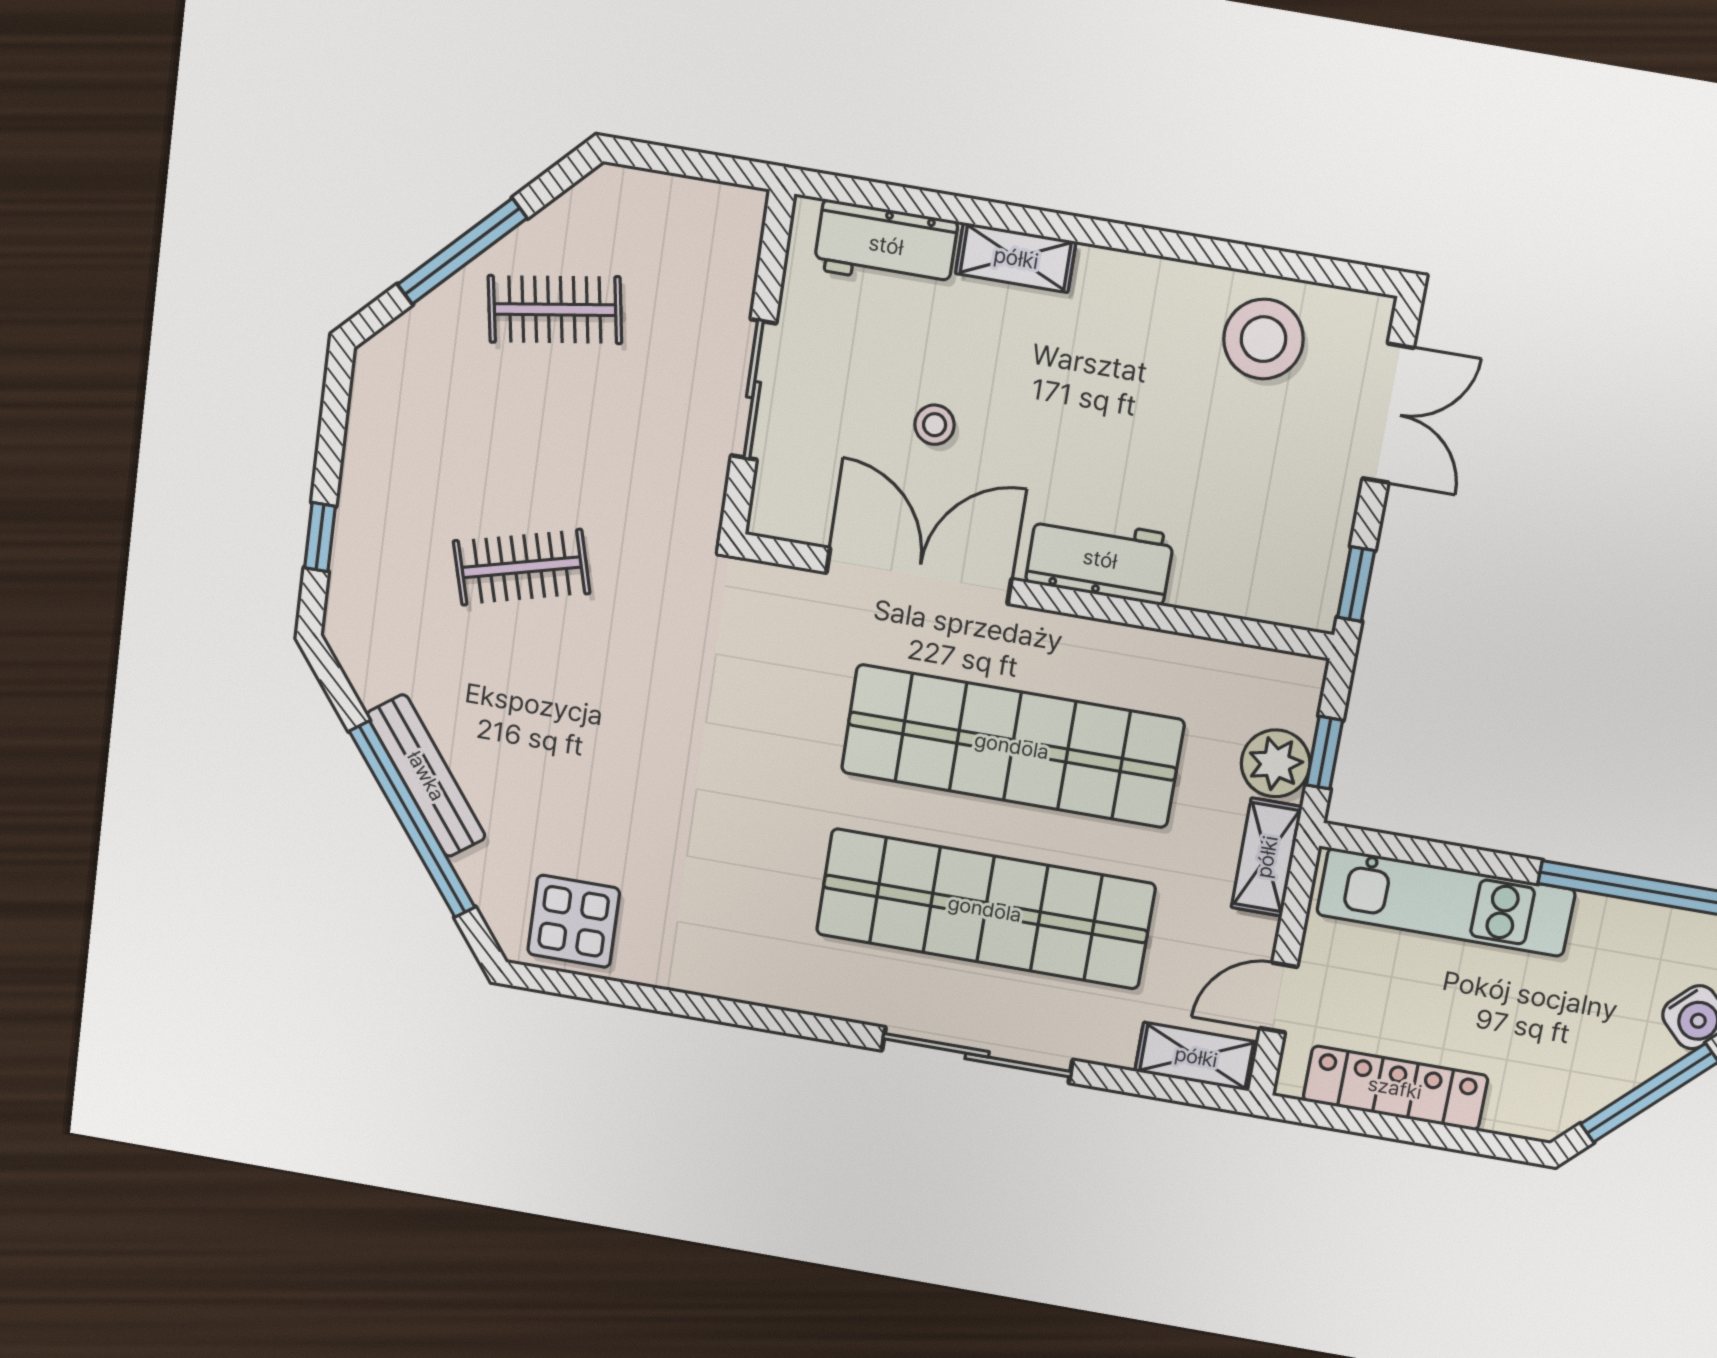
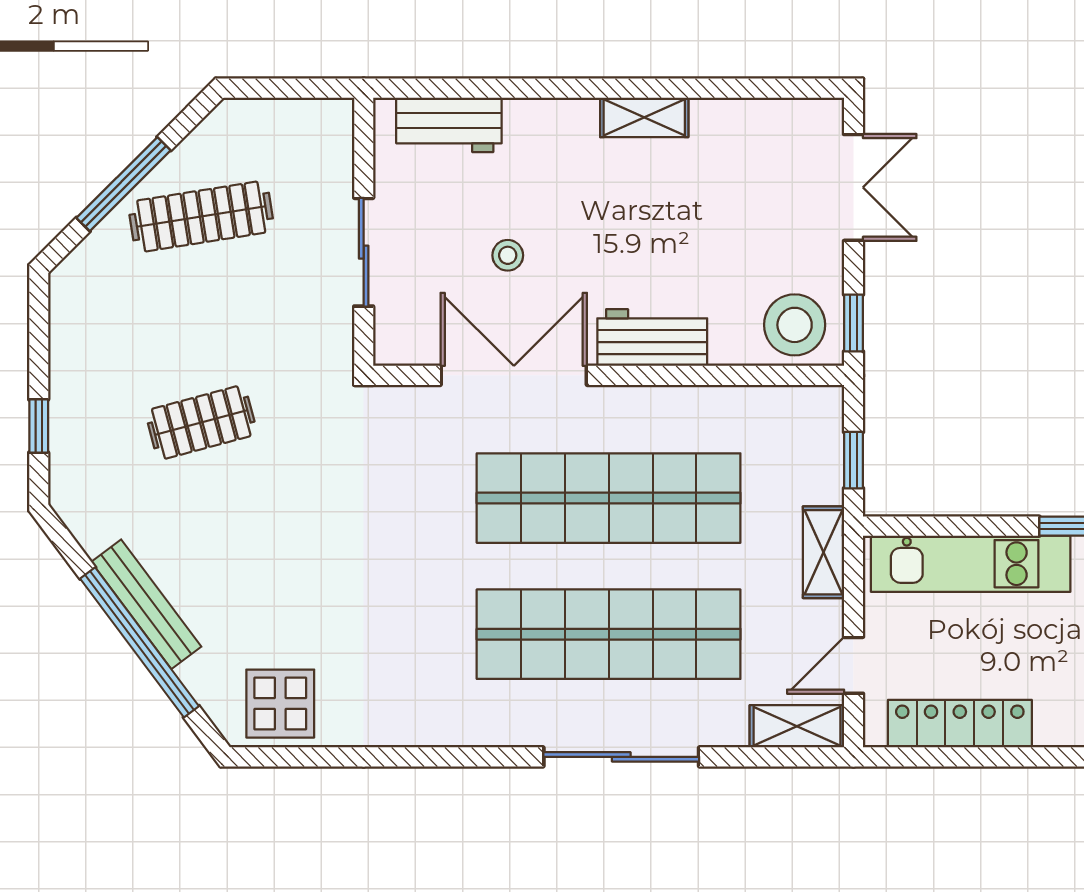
shelving: (1016, 258) -> (644, 117), moved
clothes rail: (555, 310) -> (201, 217), width x1.36
stool: (1263, 339) -> (795, 325), moved
plant: (1276, 763) -> (817, 475), removed

